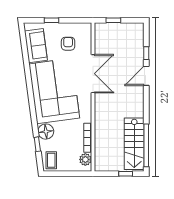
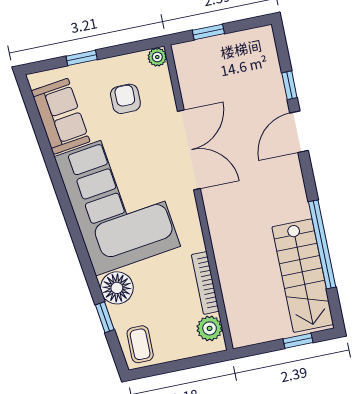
plant: (87, 27) -> (157, 57), added
window: (146, 145) -> (322, 244), moved

